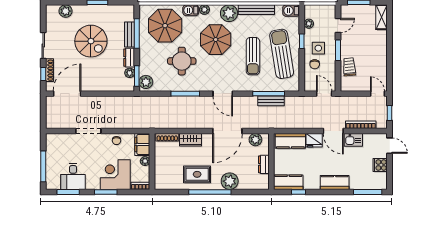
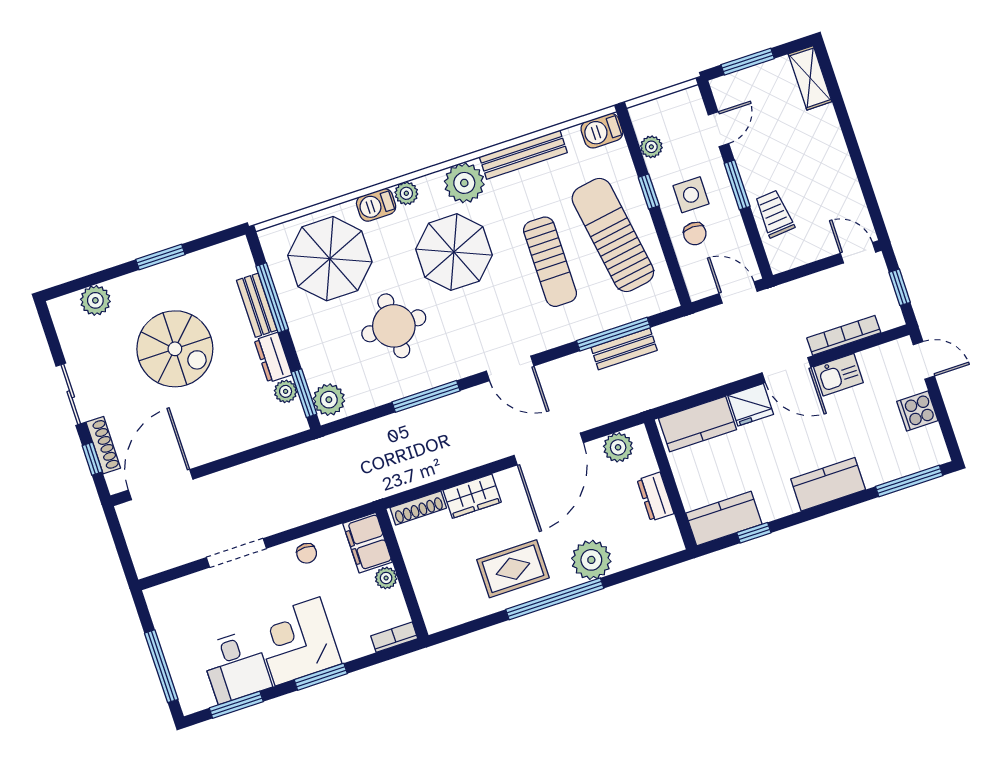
corner desk: (115, 175) -> (297, 641), moved

